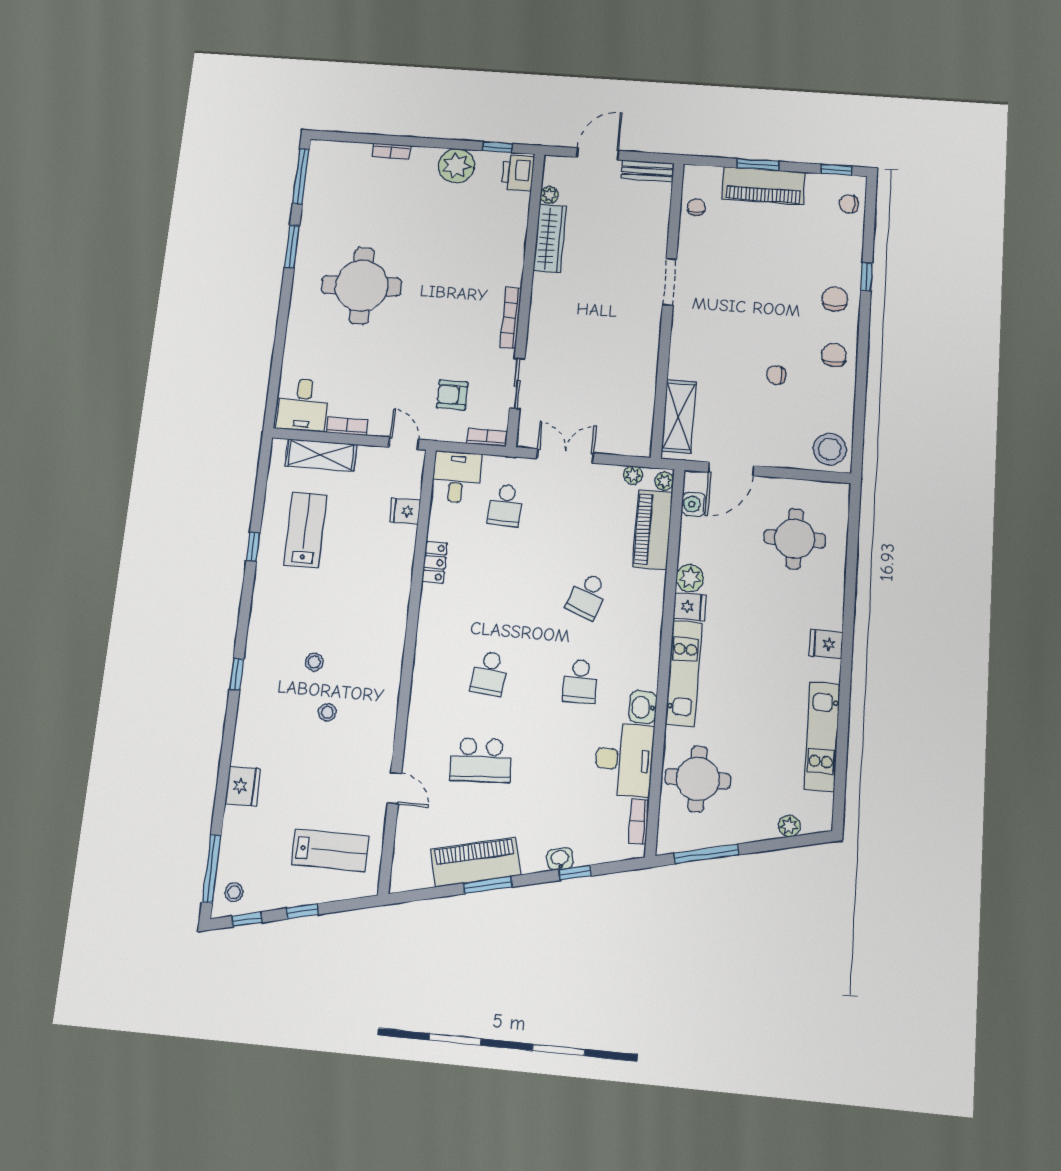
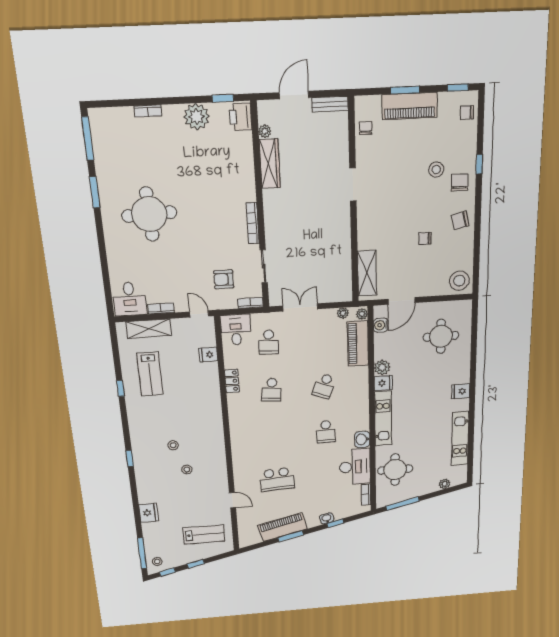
stool: (799, 276) -> (436, 170), added
chair: (834, 355) -> (460, 220), turned -103
lab bench: (305, 530) -> (150, 374), turned 180
school desk: (489, 673) -> (272, 390), moved

